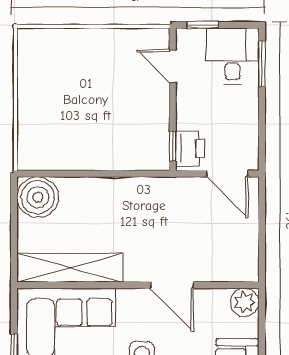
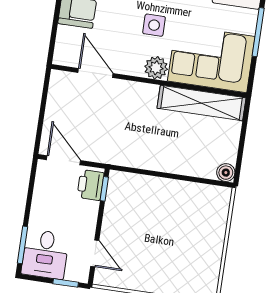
boiler: (38, 197) -> (226, 173), width x0.54, depth x0.54
door: (172, 285) -> (96, 73), moved
plant: (245, 302) -> (156, 68), moved

